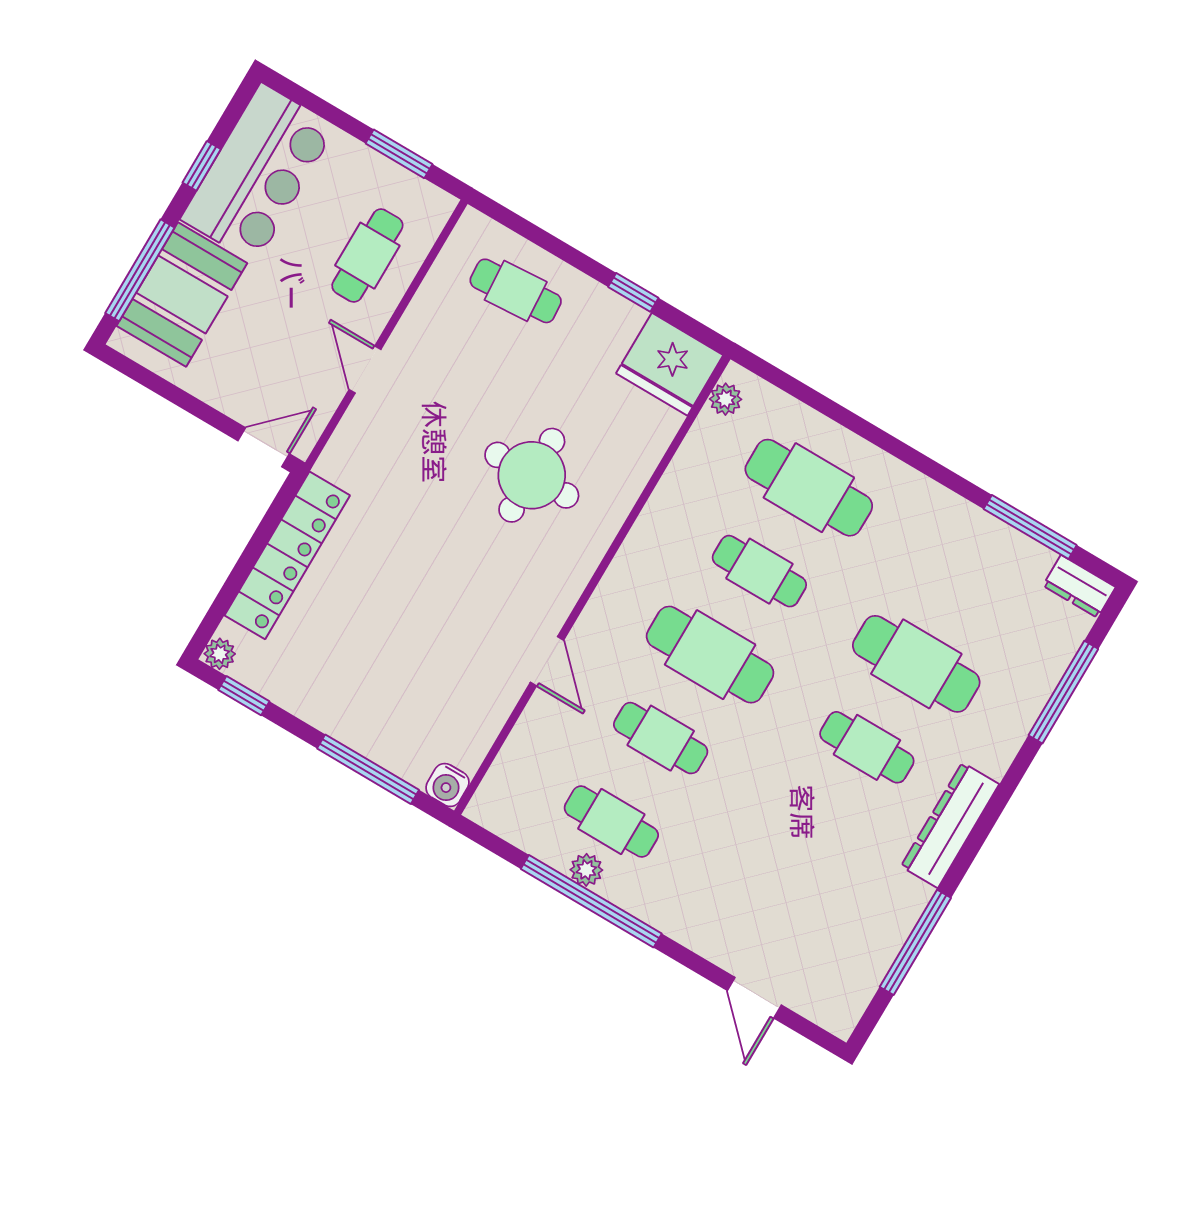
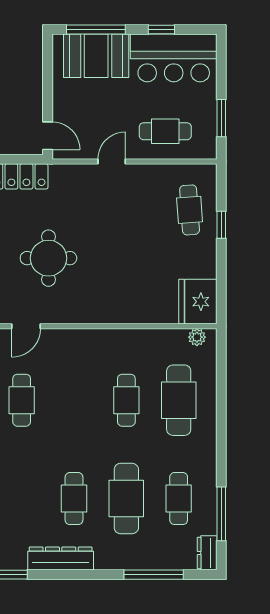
window: (633, 292) -> (221, 225), moved
round table: (532, 475) -> (48, 258), moved
cafe table: (710, 655) -> (179, 499), moved, width x0.73, depth x0.74

